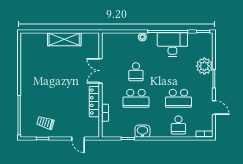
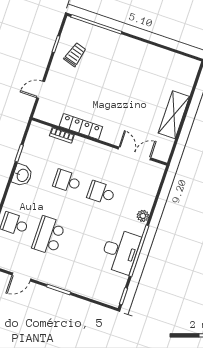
plant: (204, 66) -> (79, 283), removed
double door: (100, 71) -> (135, 153), moved
school desk: (136, 98) -> (67, 181), width x0.54

